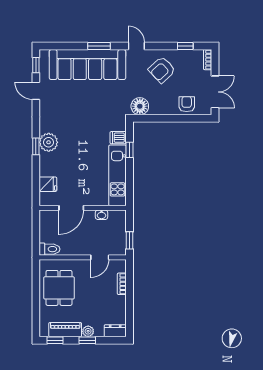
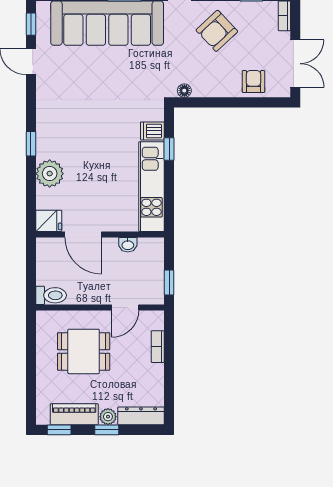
floor lamp: (140, 106) -> (184, 91), width x0.53, depth x0.53
plant: (49, 142) -> (50, 174), moved
fridge: (48, 184) -> (49, 221), moved
door: (71, 208) -> (83, 235), hinge flipped
dining table: (59, 288) -> (84, 351), moved, turned 90
dresser: (115, 331) -> (141, 416), width x1.44

